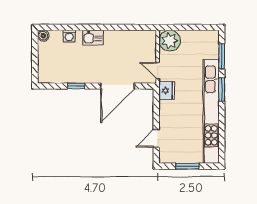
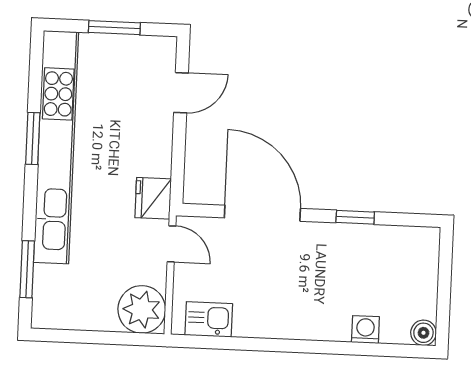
kitchen sink: (93, 38) -> (209, 319), moved
door: (118, 86) -> (262, 213), hinge flipped
window: (222, 90) -> (33, 138), moved

